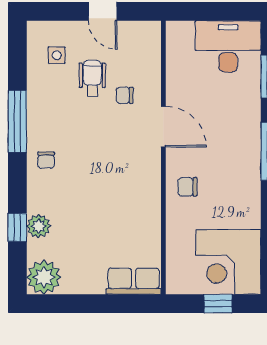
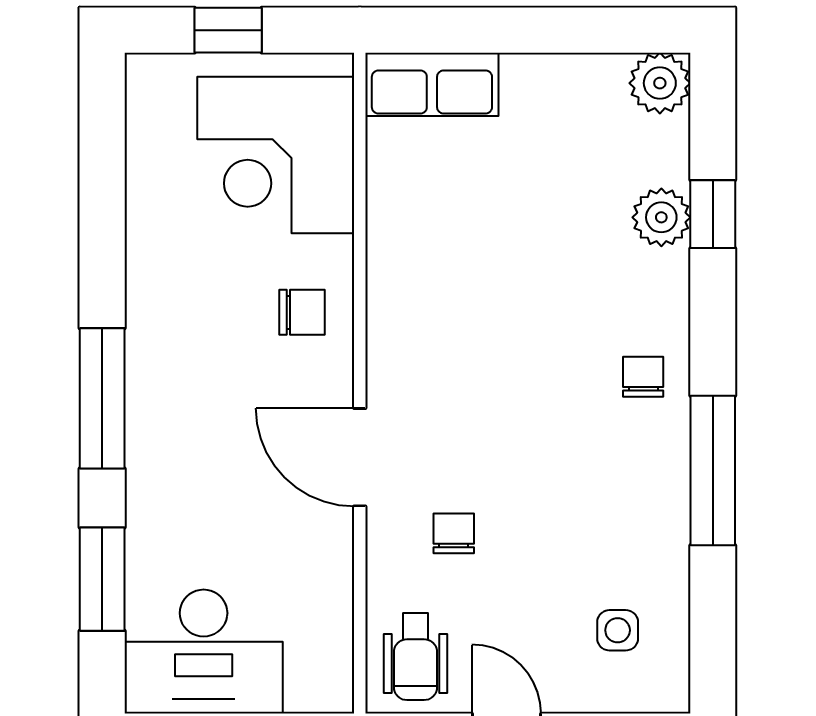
wheelchair: (92, 78) -> (416, 657), moved
chair: (125, 95) -> (454, 533), turned -90
corner desk: (228, 262) -> (276, 155), moved, turned 180
plant: (44, 277) -> (660, 83), width x0.73, depth x0.73

